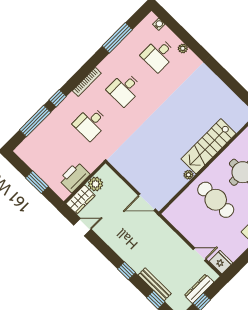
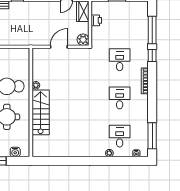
window: (117, 38) -> (152, 136), moved
printer: (74, 177) -> (96, 20), width x0.53, depth x0.68
plant: (96, 184) -> (83, 40), moved
door: (147, 202) -> (59, 47), moved

